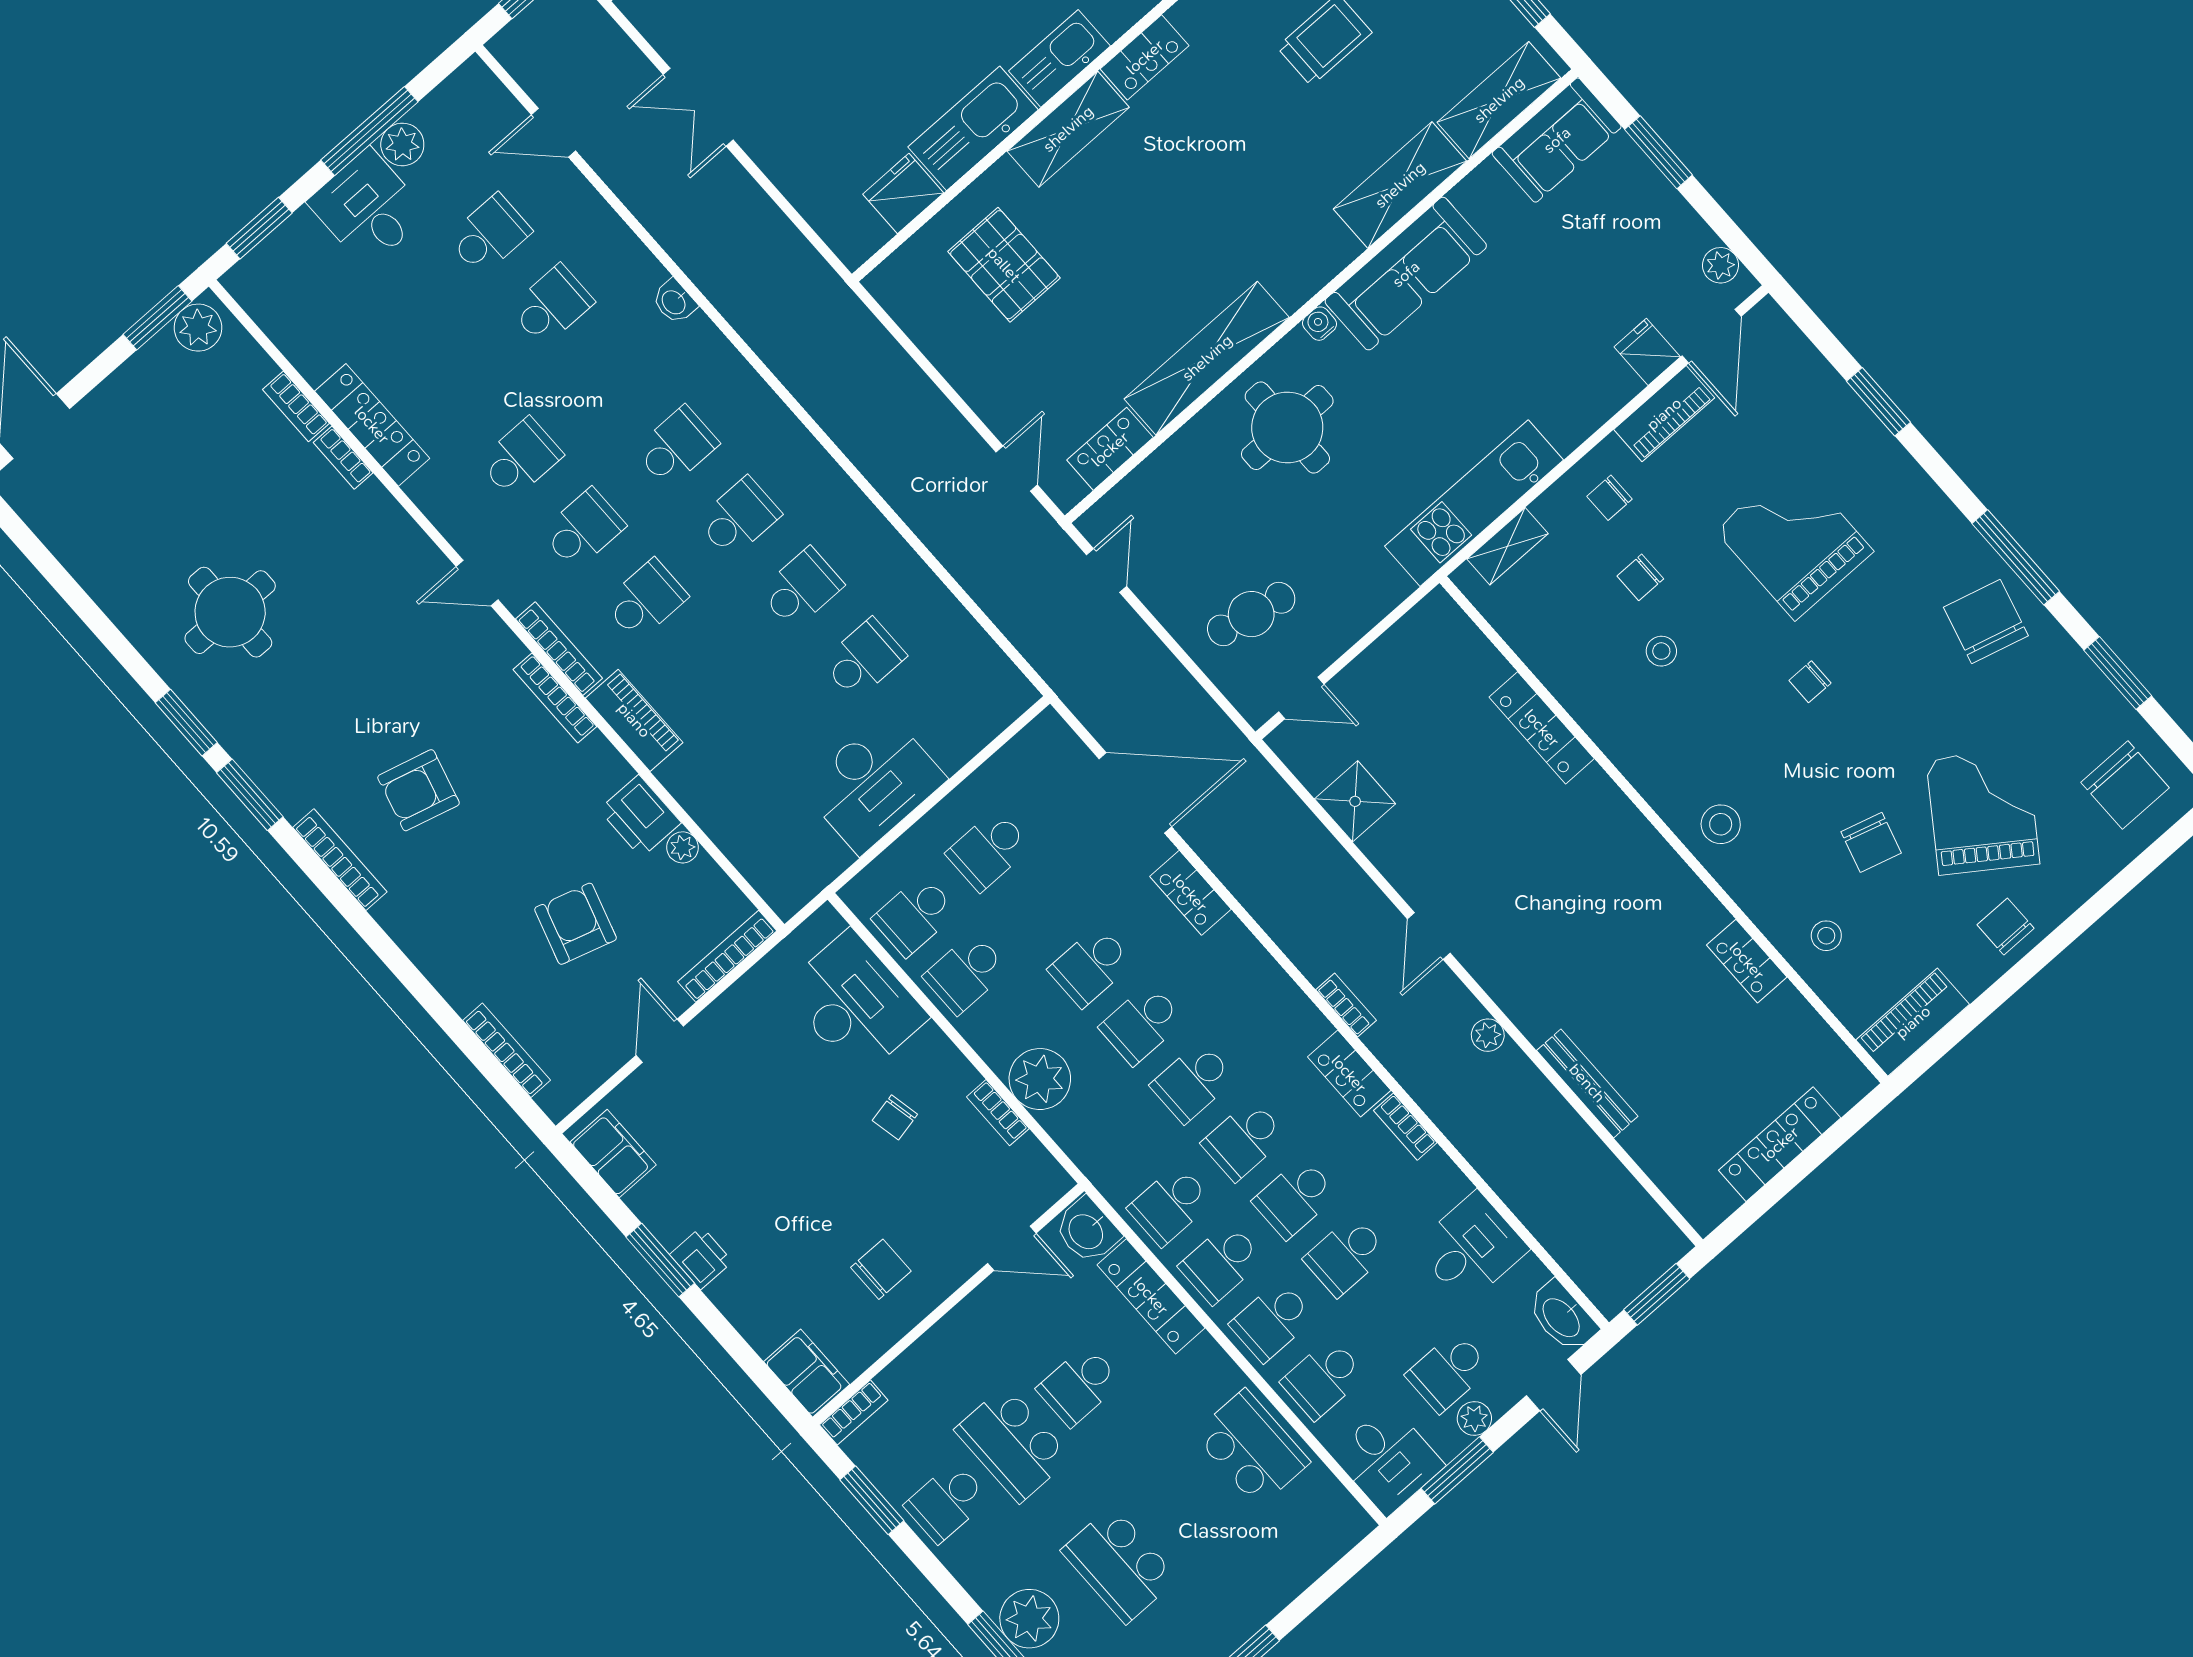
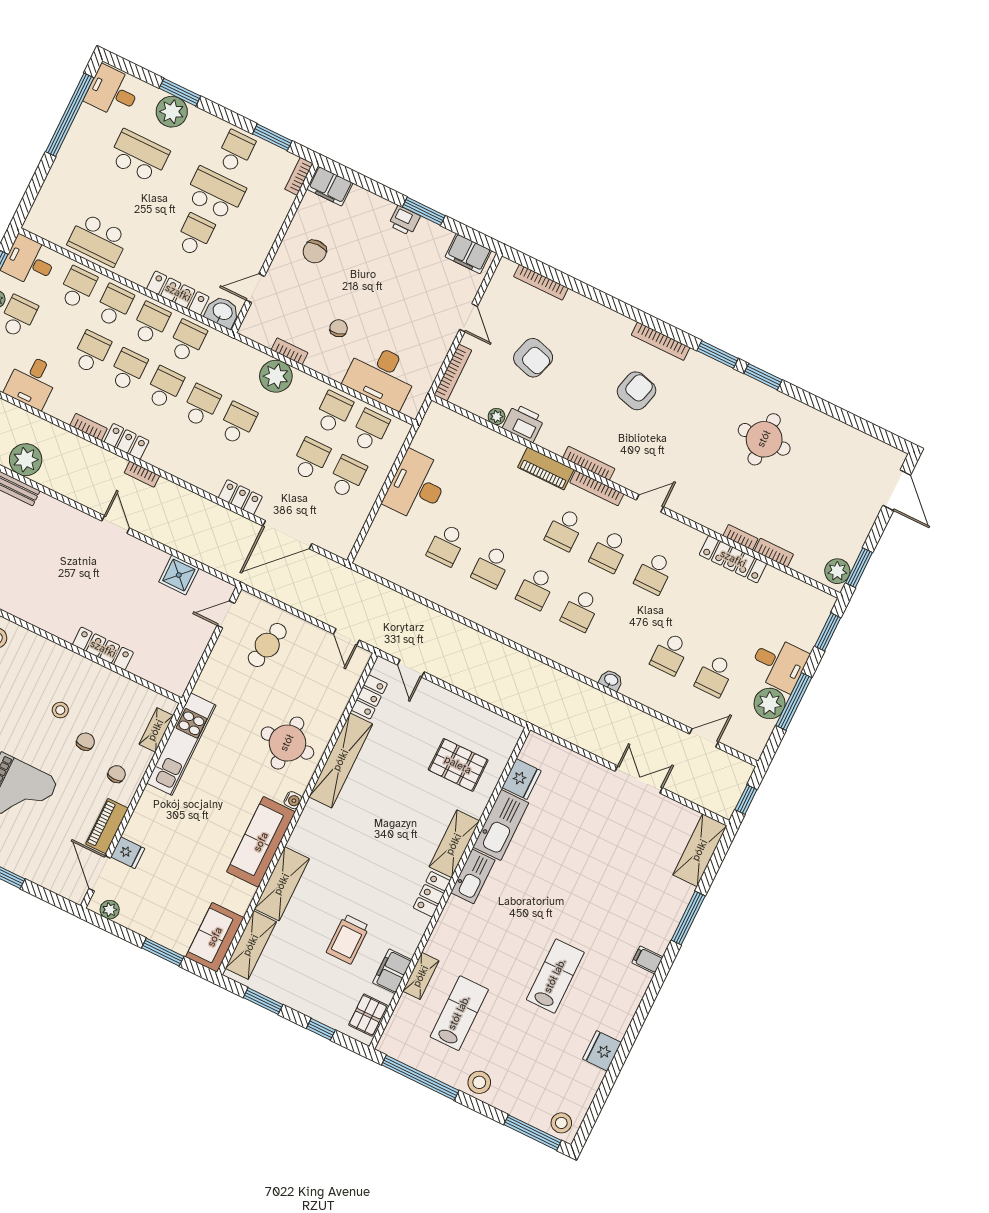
plant: (402, 144) -> (770, 703), width x1.36, depth x1.36
school desk: (1091, 966) -> (311, 459), moved
plant: (1488, 1035) -> (26, 460), moved, width x1.87, depth x1.87

